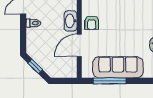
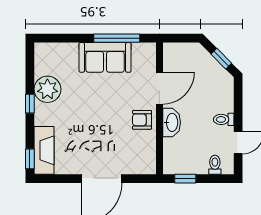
armchair: (92, 23) -> (142, 120), turned -90
sofa: (118, 67) -> (105, 57), width x0.73

